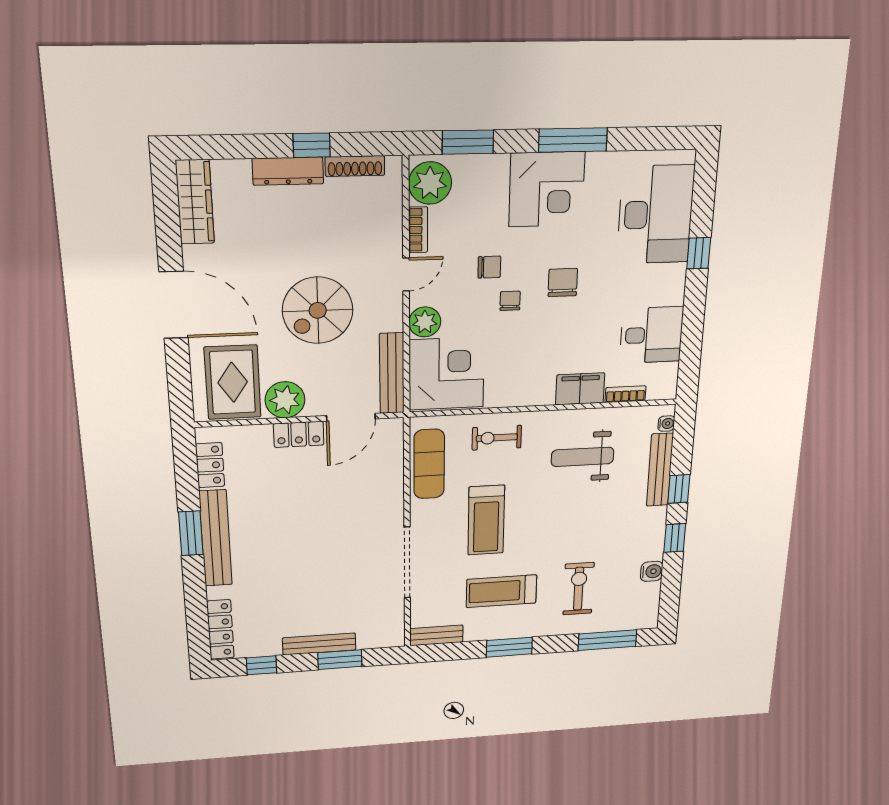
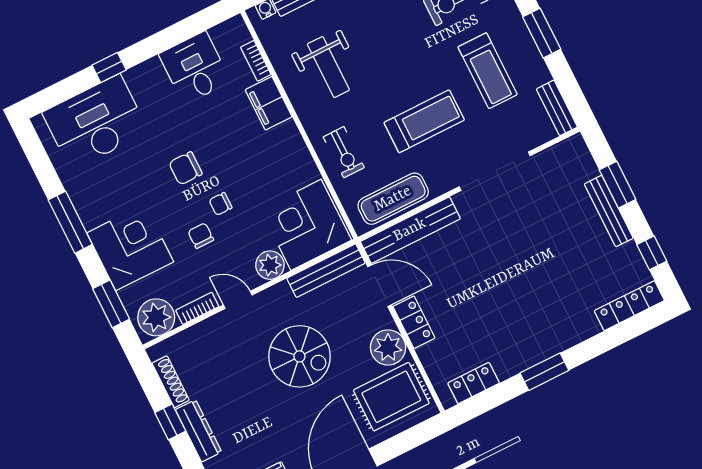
corner desk: (547, 189) -> (130, 247), moved
bench: (216, 538) -> (410, 230), moved

